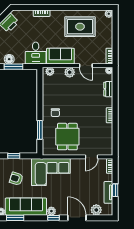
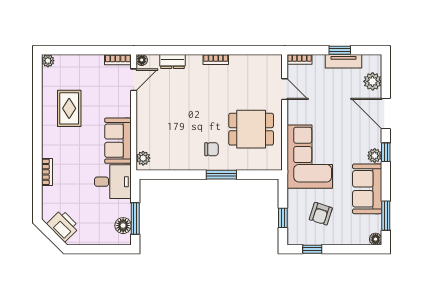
rug: (80, 27) -> (69, 108), width x0.73, depth x0.70
door: (86, 66) -> (134, 80), moved
plant: (70, 72) -> (145, 125), removed
window: (40, 130) -> (221, 175), moved
sofa: (26, 207) -> (367, 189), width x0.73
door: (77, 218) -> (386, 114), hinge flipped

